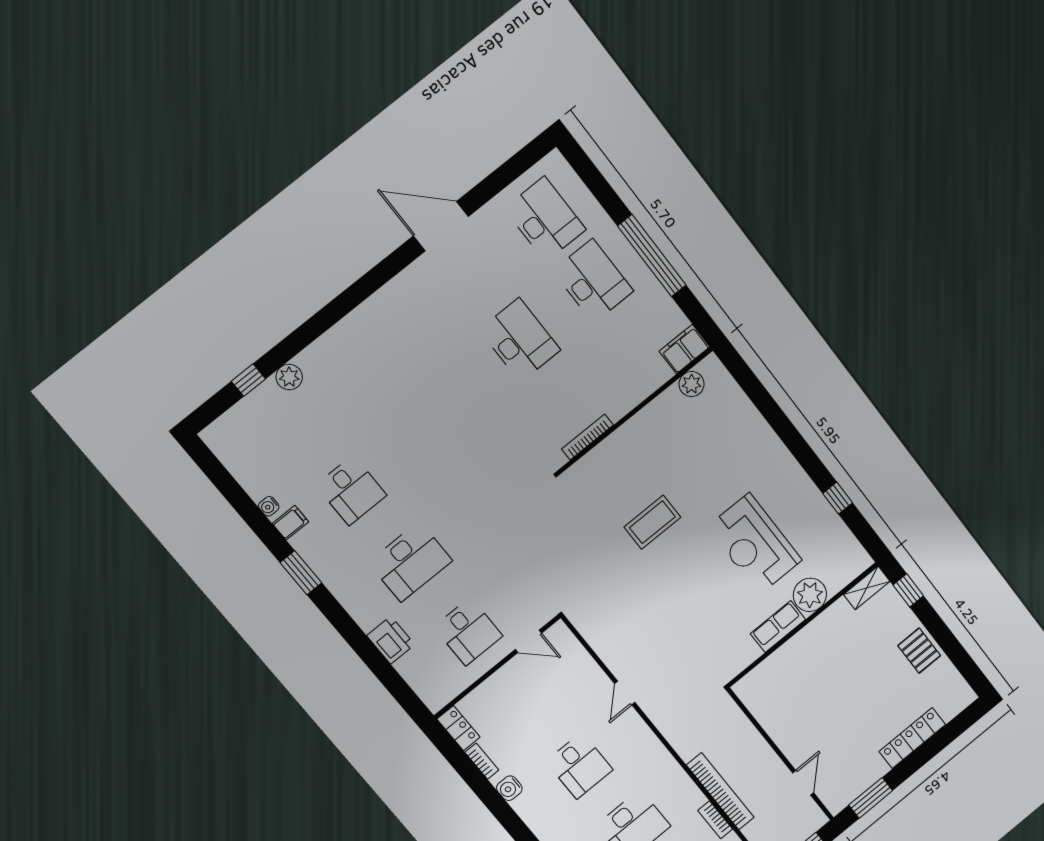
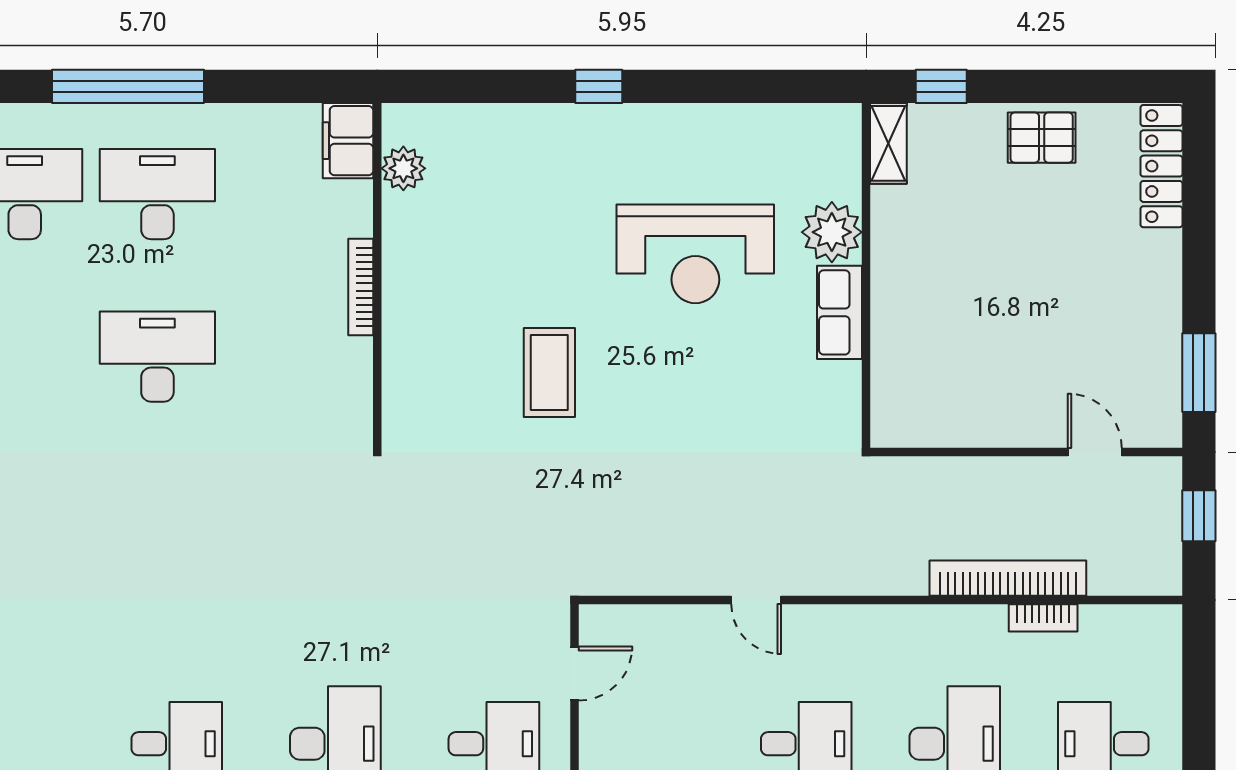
window: (652, 256) -> (128, 86), moved
bookcase: (587, 437) -> (361, 287), moved
window: (838, 498) -> (599, 86), moved
locker: (912, 738) -> (1161, 166), moved

